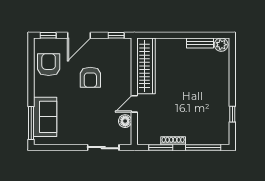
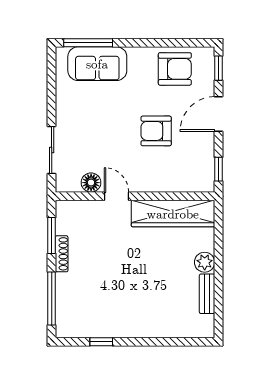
door: (79, 35) -> (219, 114), hinge flipped
plant: (221, 45) -> (205, 262), moved

